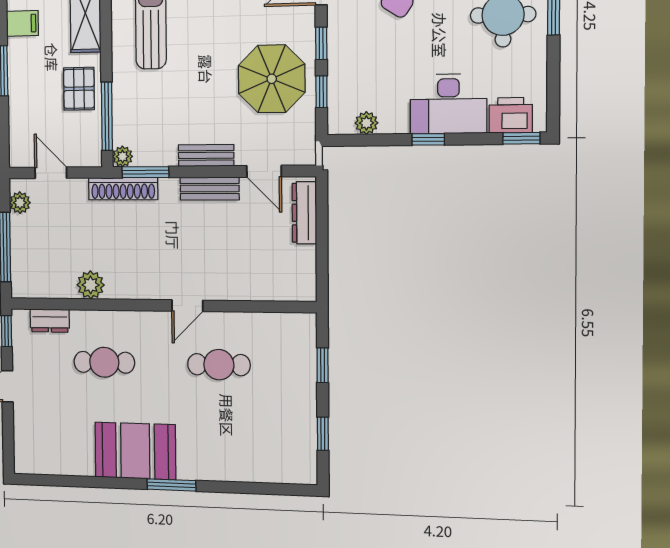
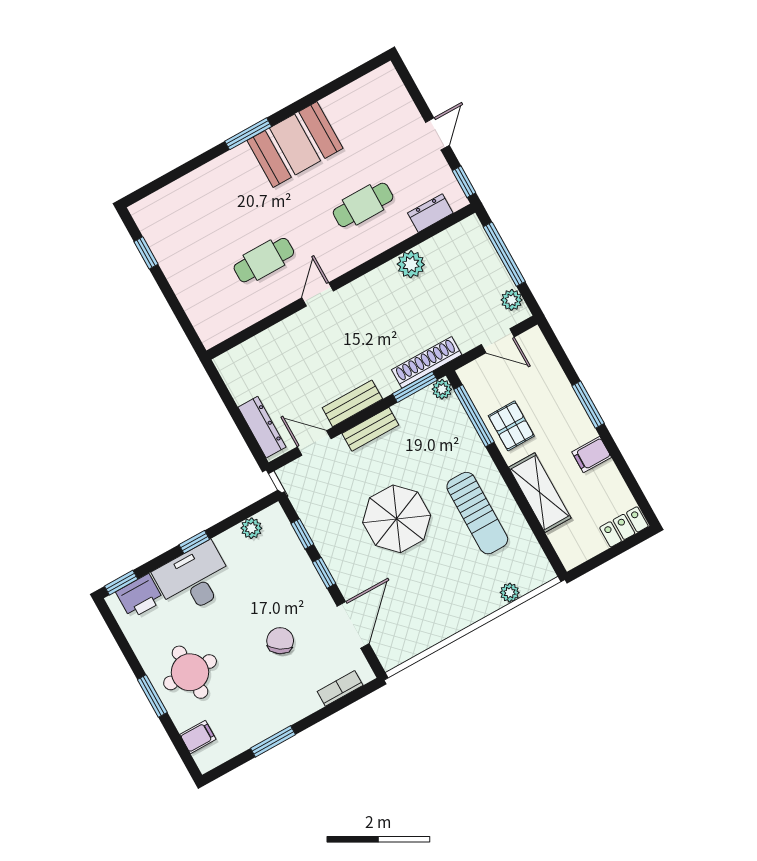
parasol: (272, 79) -> (397, 519), moved
window: (323, 365) -> (178, 310), removed

